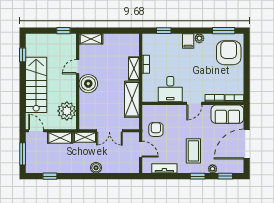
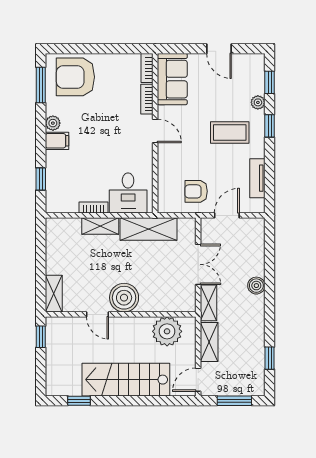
desk: (170, 89) -> (128, 193), moved, turned 90
door: (247, 144) -> (219, 49), width x0.53

